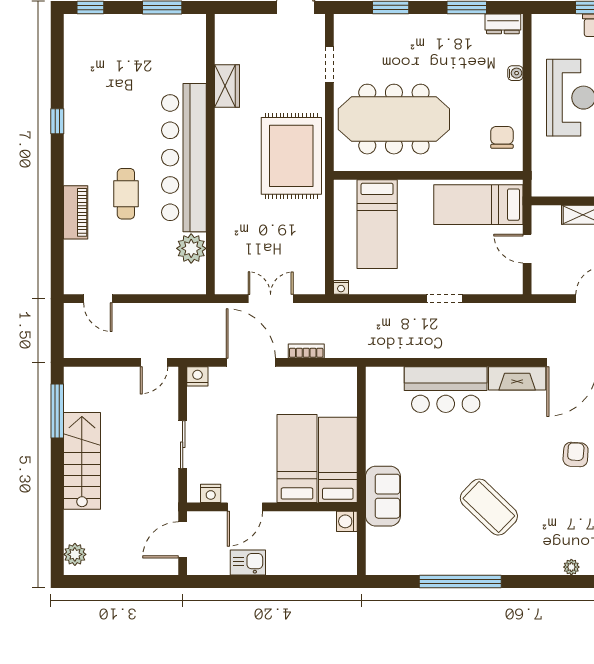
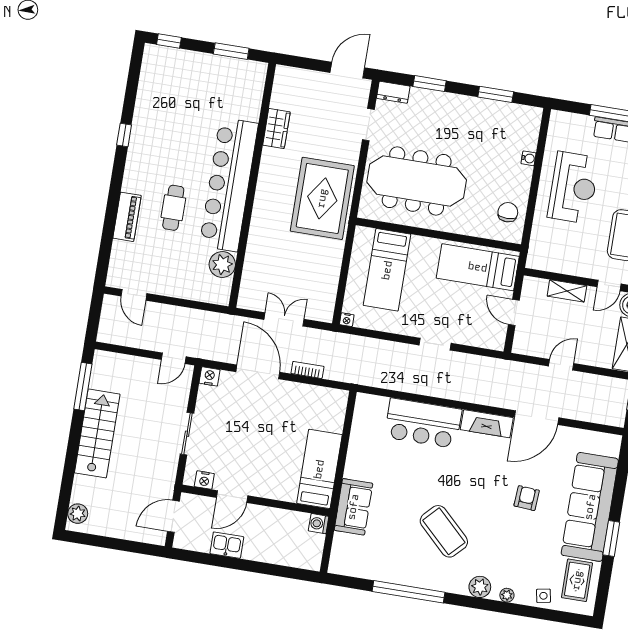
dresser: (503, 24) -> (393, 92), moved
bed: (297, 459) -> (284, 462), removed
plant: (539, 563) -> (480, 587), added

